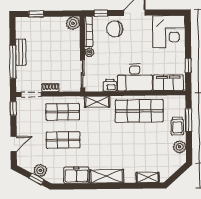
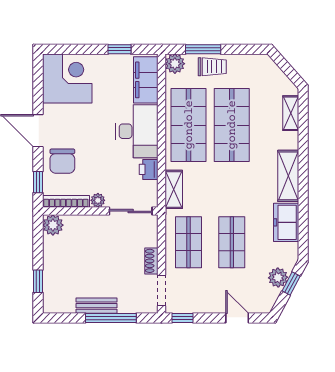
shop shelf: (139, 139) -> (232, 125), added
plant: (180, 147) -> (175, 64), moved

